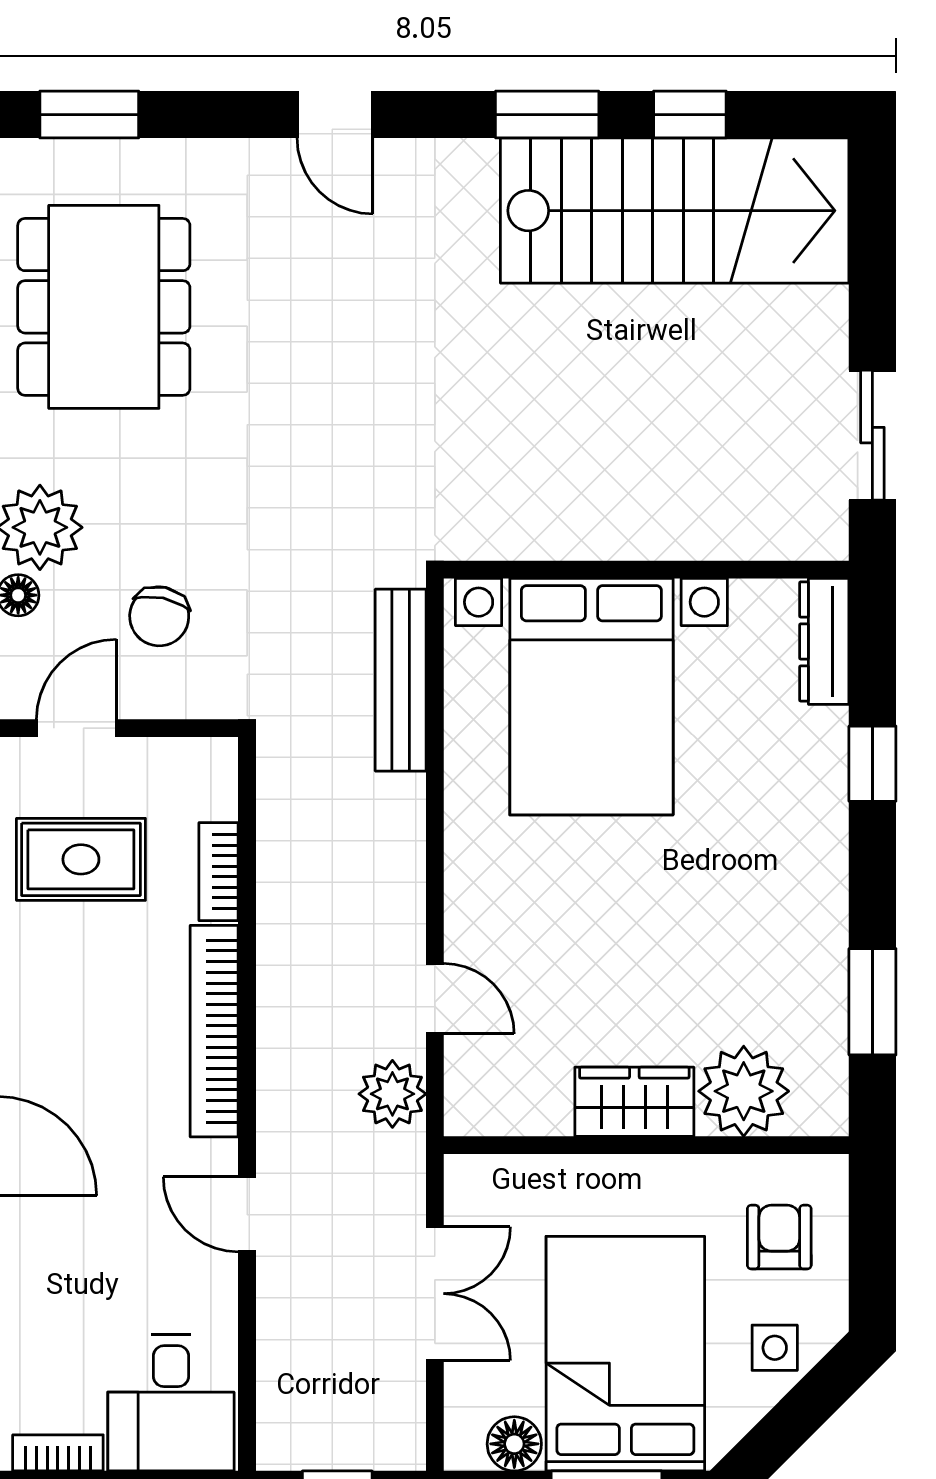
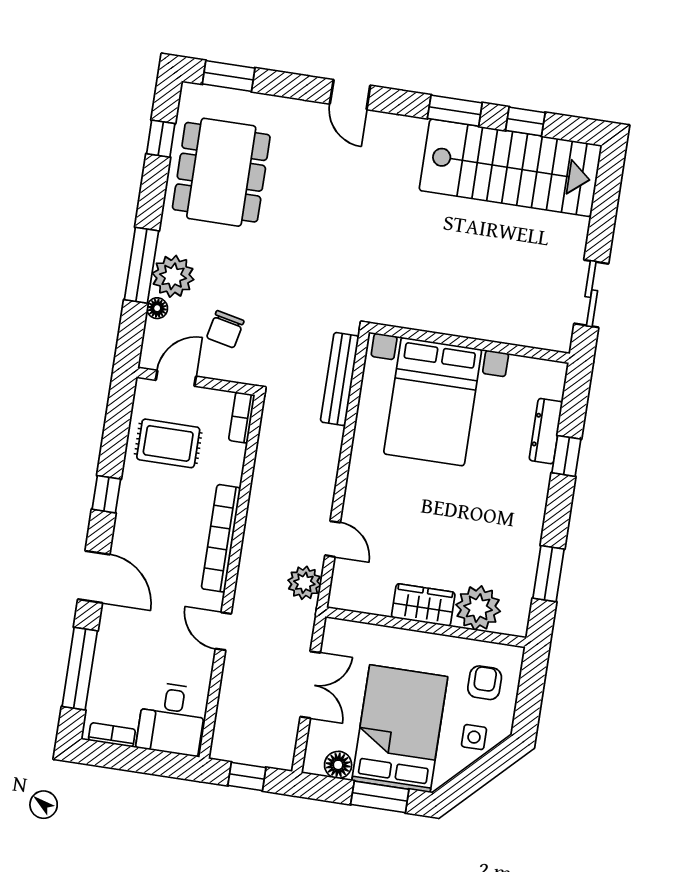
dresser: (824, 641) -> (546, 431), moved
bookcase: (219, 872) -> (242, 418), moved

